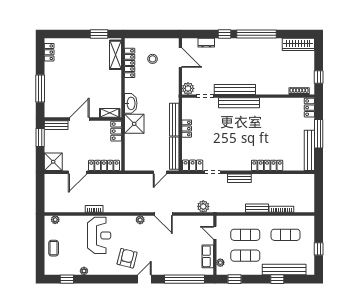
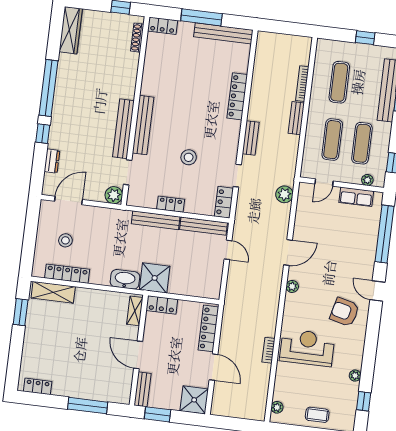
stool: (221, 137) -> (189, 157), added

